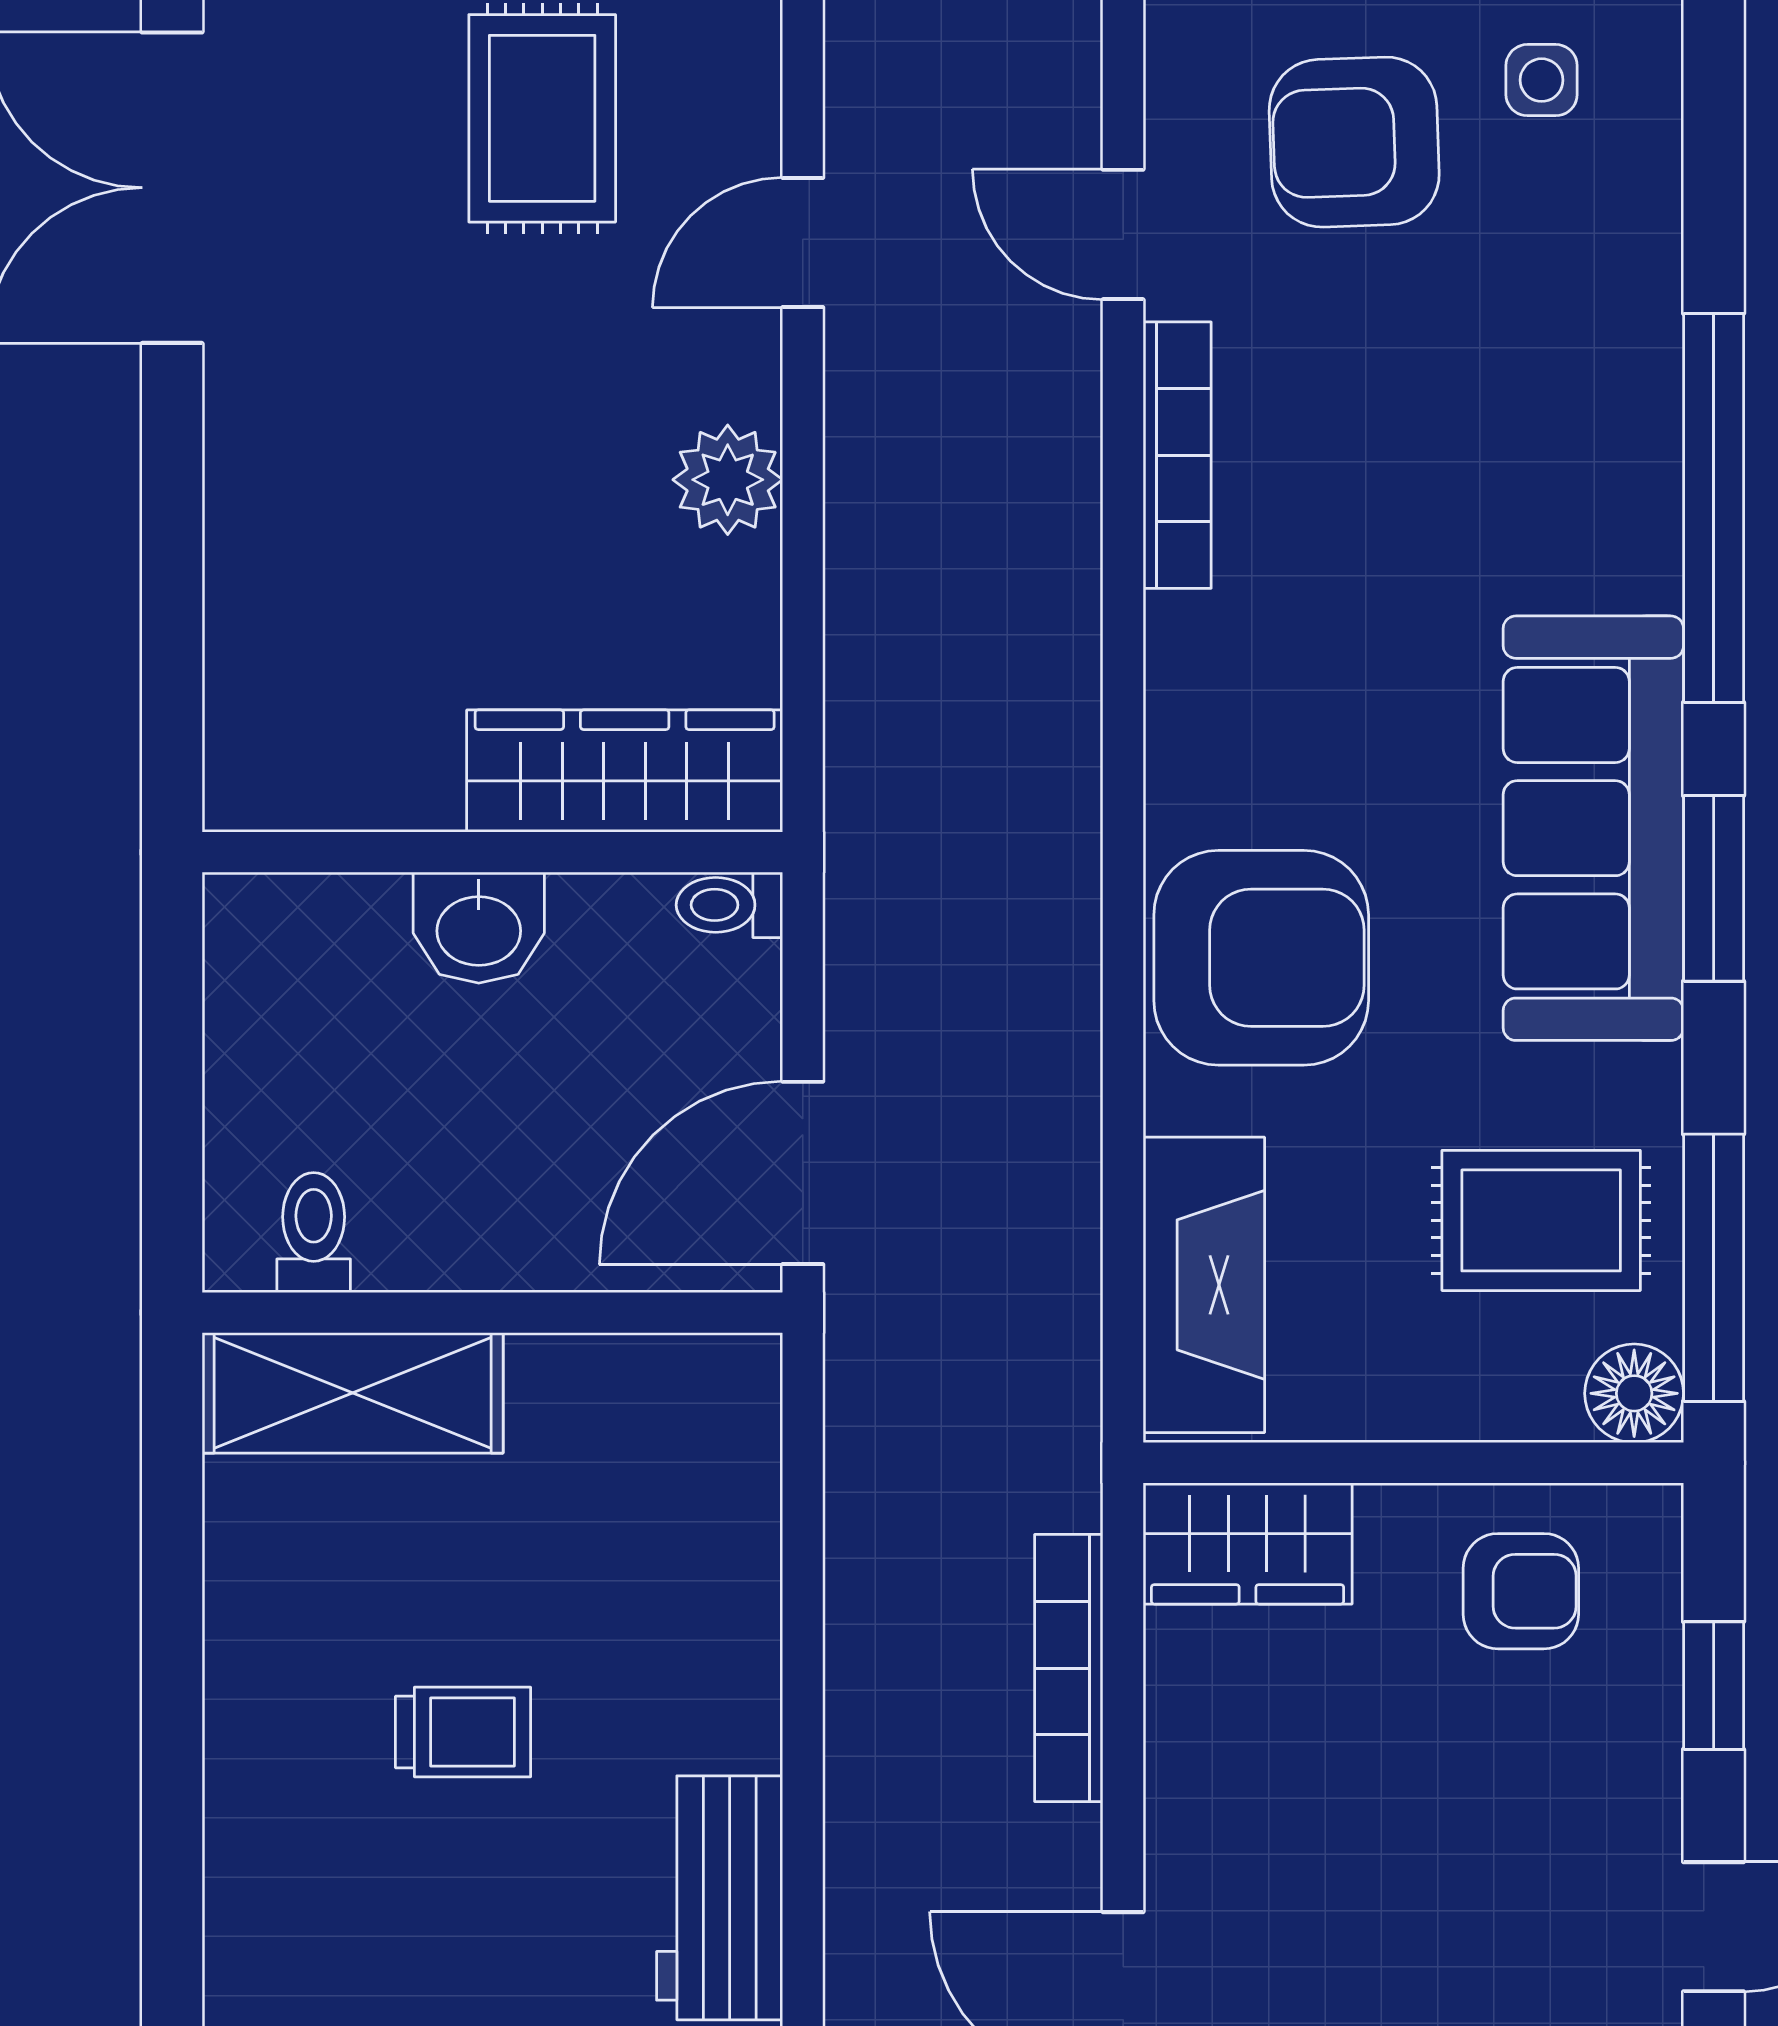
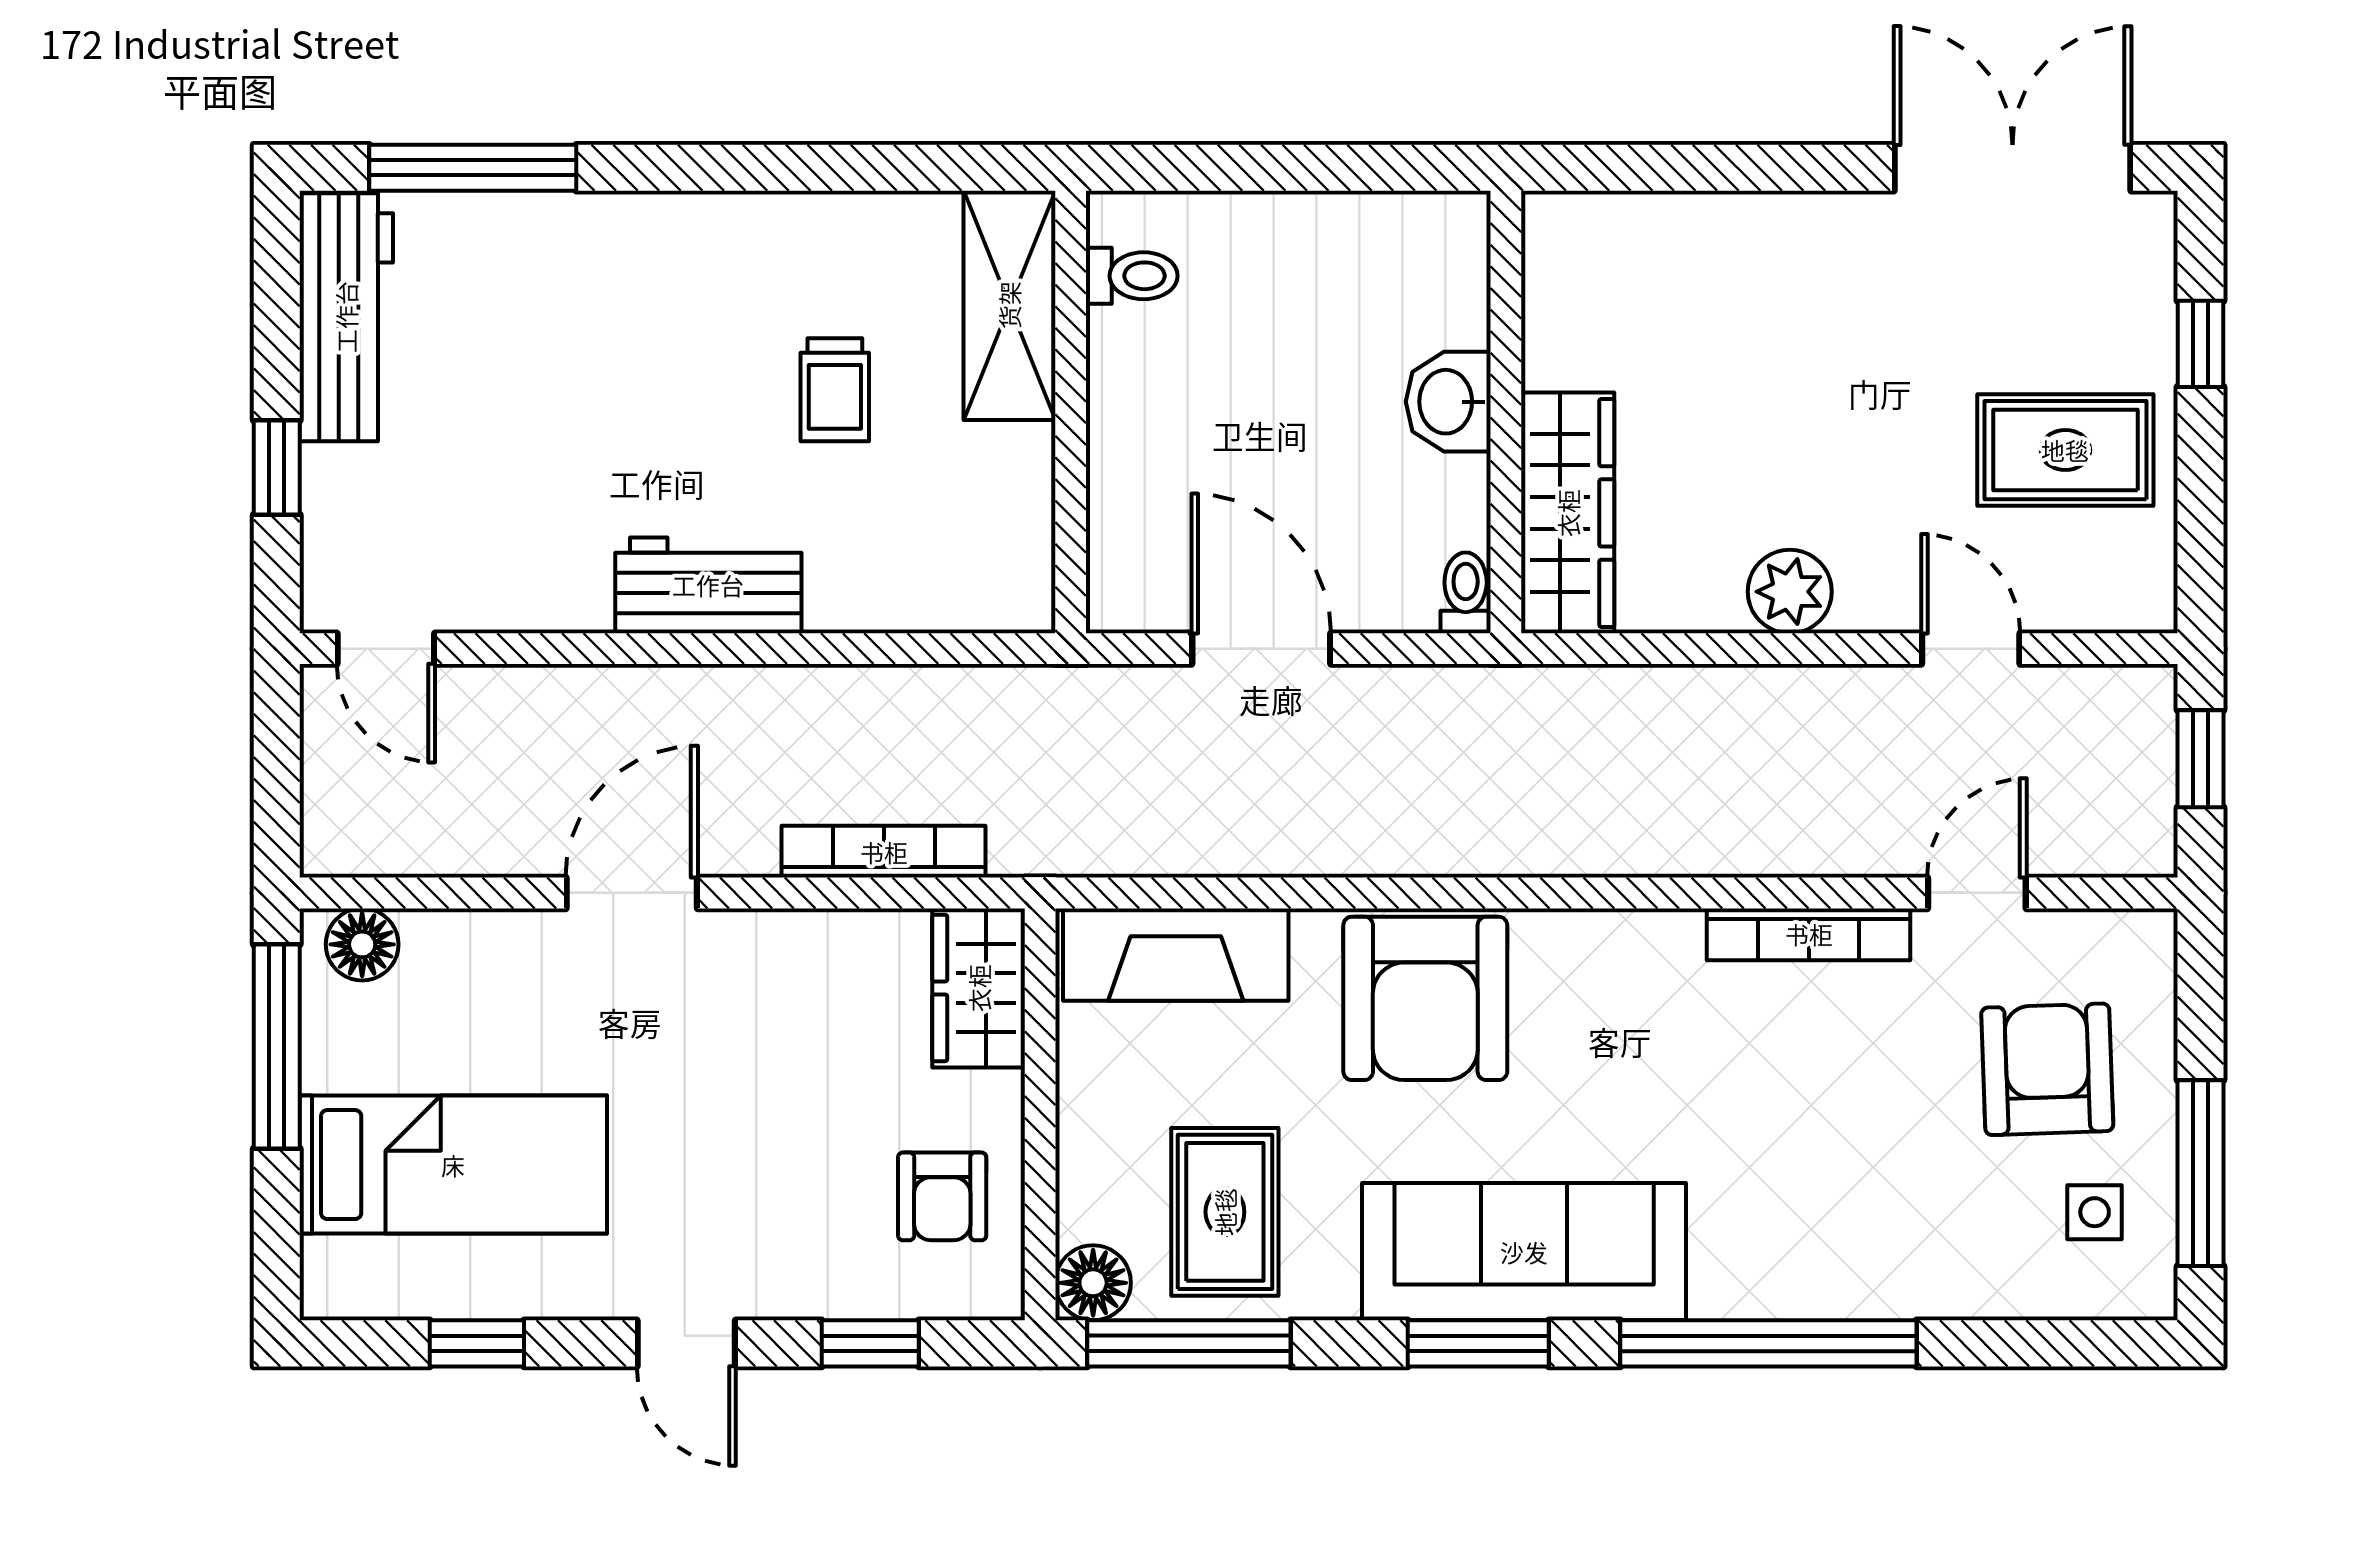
toilet: (314, 1233) -> (1132, 276), moved
wall: (492, 1313) -> (1071, 412), moved
shelving: (353, 1393) -> (1009, 305), moved

